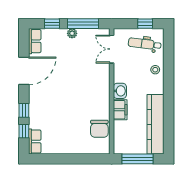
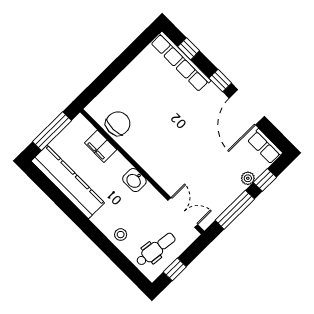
plant: (72, 33) -> (248, 178), moved
window: (24, 110) -> (220, 81), moved
filing cabinet: (120, 110) -> (101, 146), moved
chair: (99, 129) -> (118, 124), turned 90
row of seats: (35, 141) -> (181, 62), width x2.02

